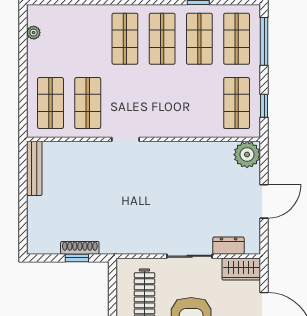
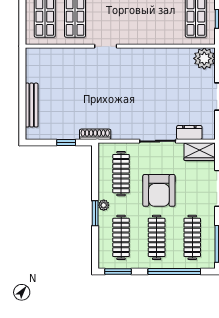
bench: (34, 168) -> (32, 105), moved
shoe rack: (80, 248) -> (95, 134), moved

